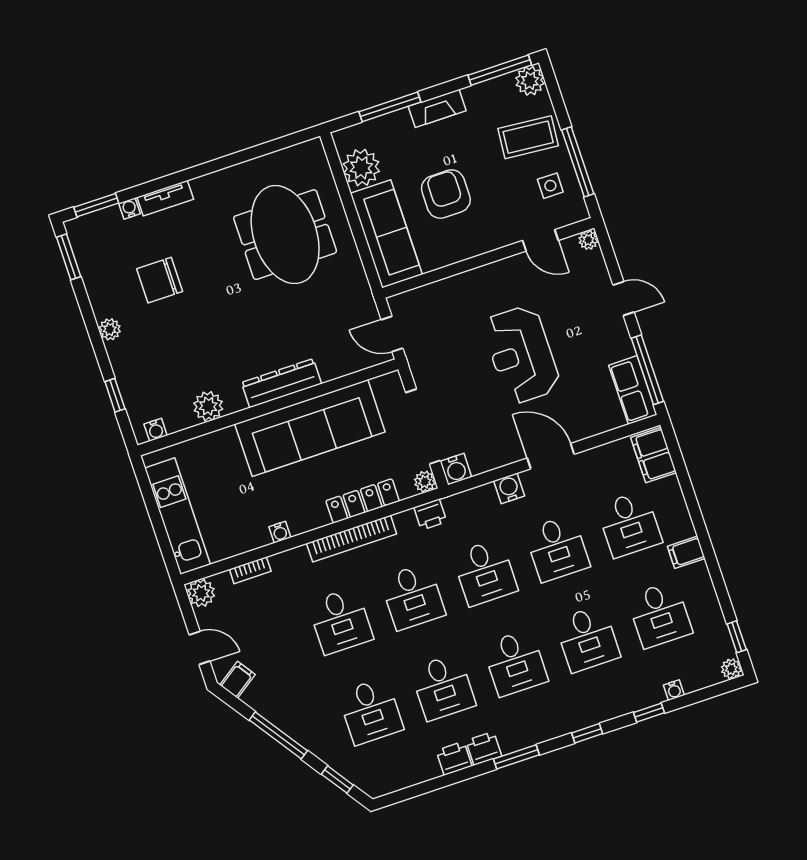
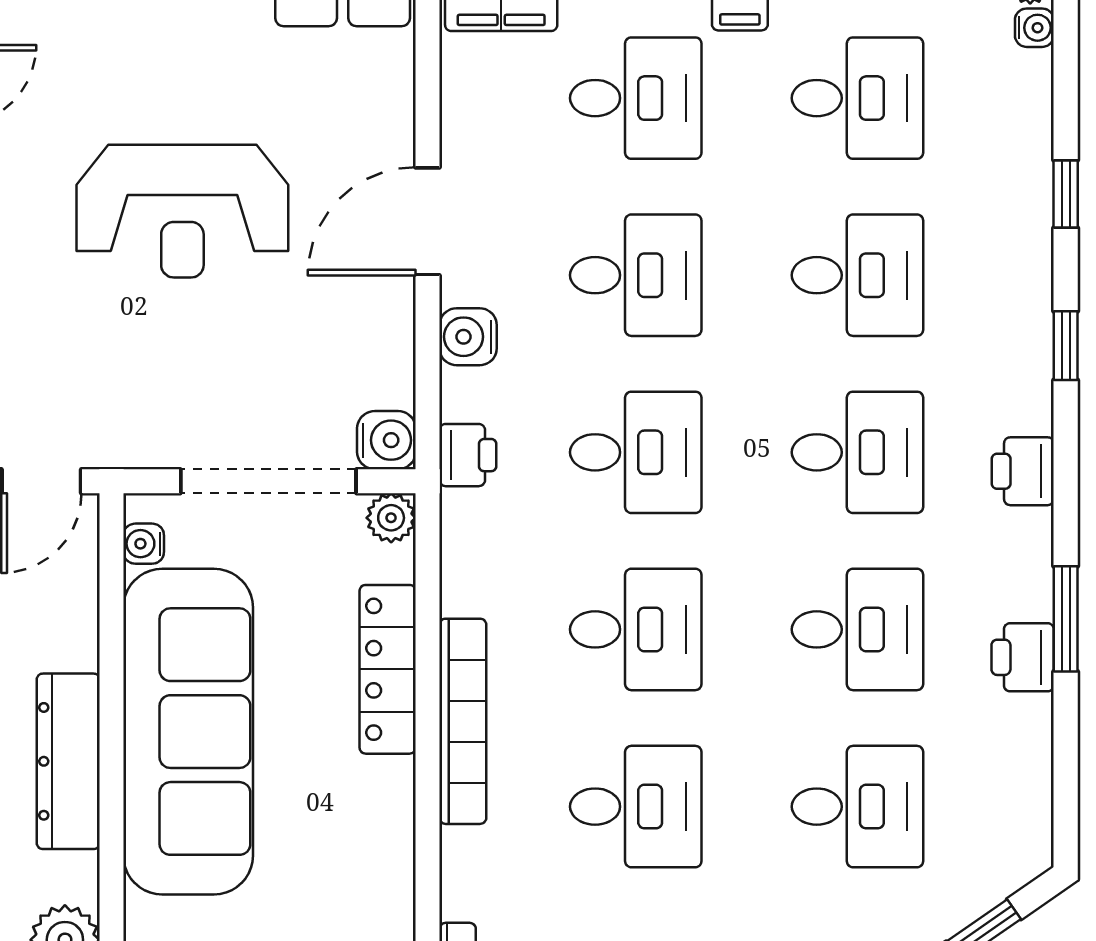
printer: (430, 515) -> (468, 455), moved
water cooler: (280, 532) -> (144, 544), moved, turned 180
water cooler: (674, 690) -> (1034, 28), moved
printer: (484, 748) -> (1023, 471), moved
window: (516, 757) -> (1066, 619), moved

